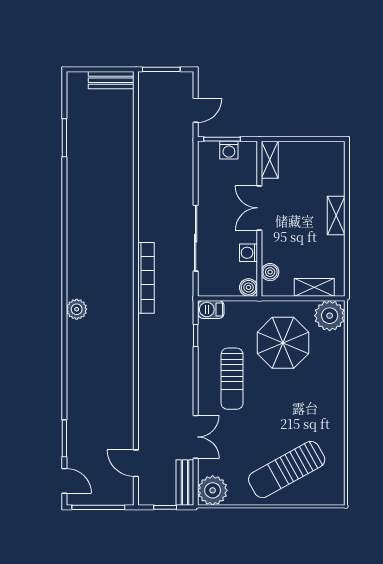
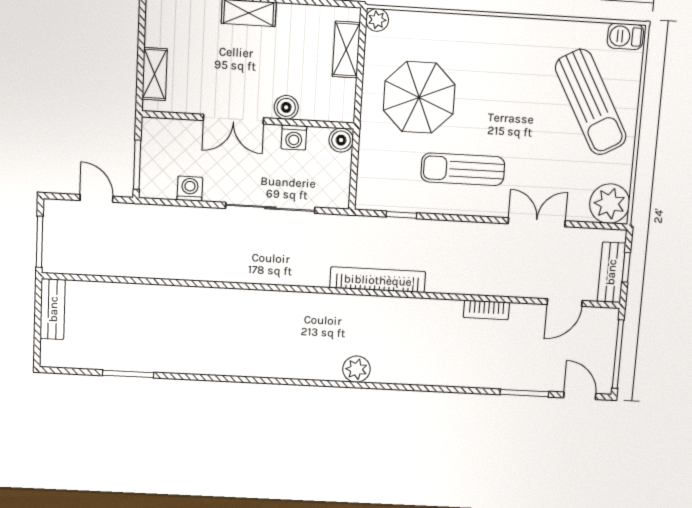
washing machine: (229, 150) -> (190, 189), moved, turned -90
shelving: (270, 160) -> (155, 74), moved, turned 90
boiler: (270, 272) -> (286, 107), moved
bookcase: (146, 278) -> (378, 280), moved
barbecue: (211, 310) -> (625, 36), moved, turned 90
plant: (330, 316) -> (377, 20), width x0.53, depth x0.53
sun lounger: (232, 379) -> (463, 169), turned 180
bookcase: (127, 404) -> (486, 310), added
door: (64, 481) -> (580, 396), hinge flipped
bench: (185, 482) -> (611, 272), moved, turned 90

